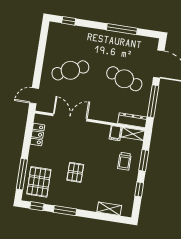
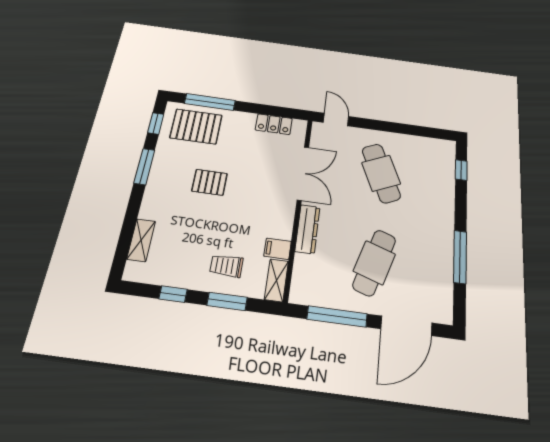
dresser: (132, 120) -> (307, 229), moved

